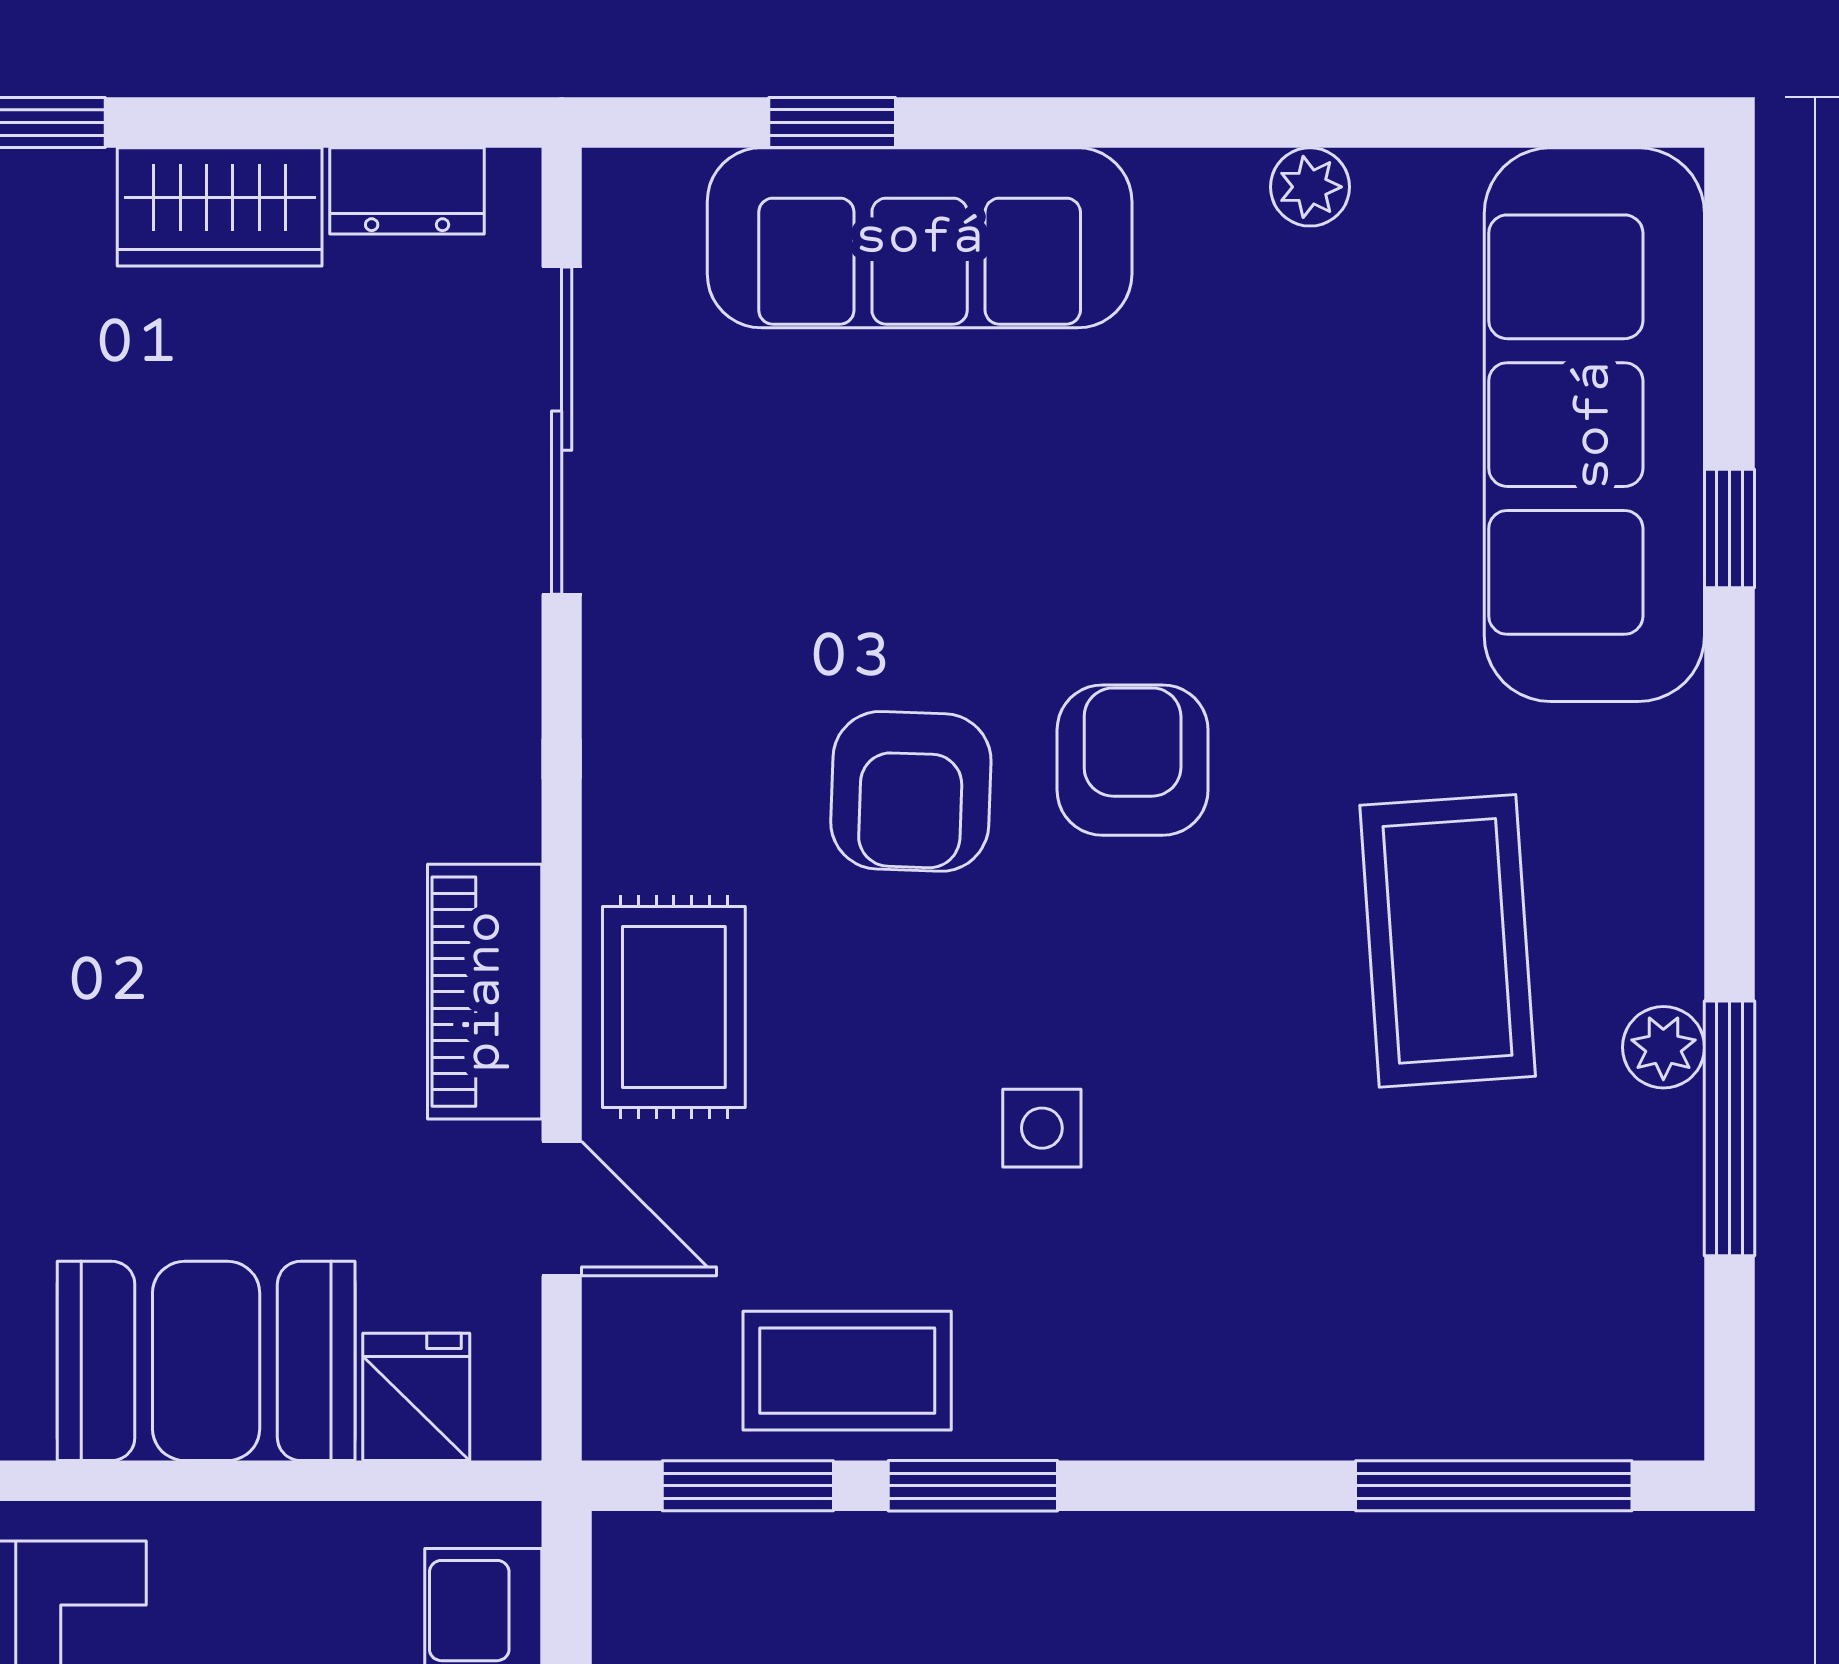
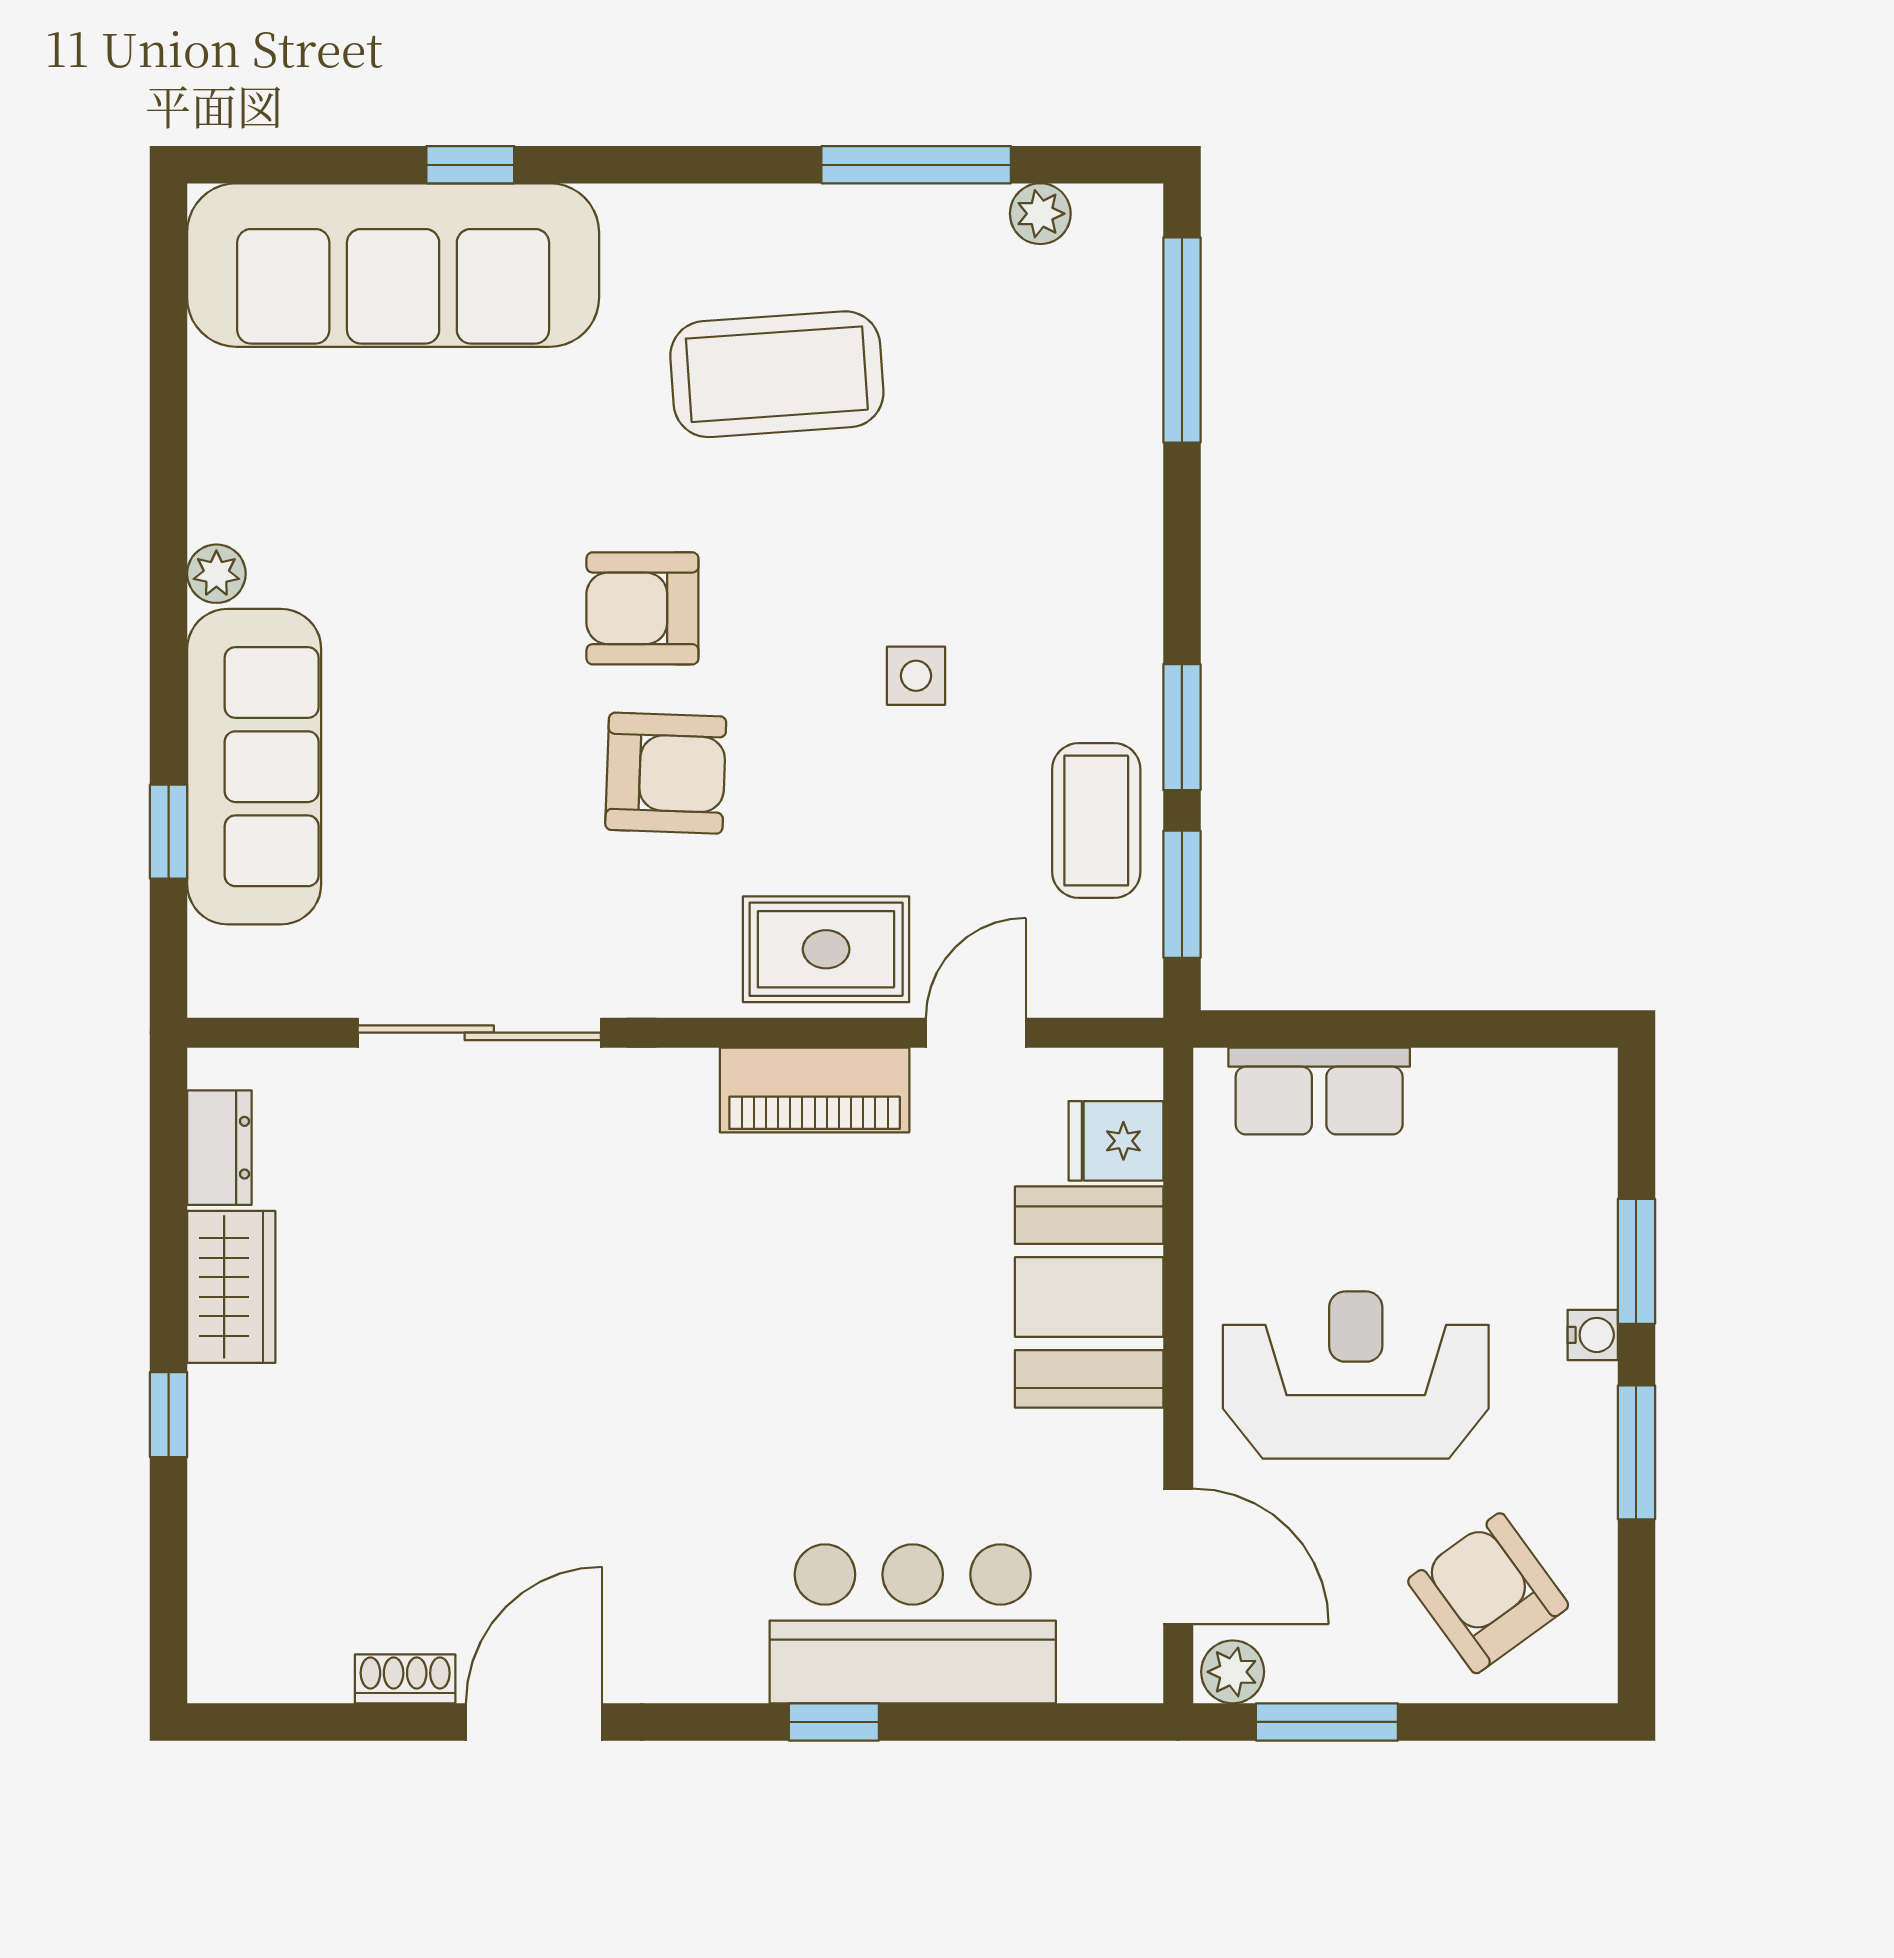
plant: (1310, 187) -> (216, 574), moved
sliding door: (562, 431) -> (479, 1033), moved
plant: (1663, 1047) -> (1040, 214), moved

